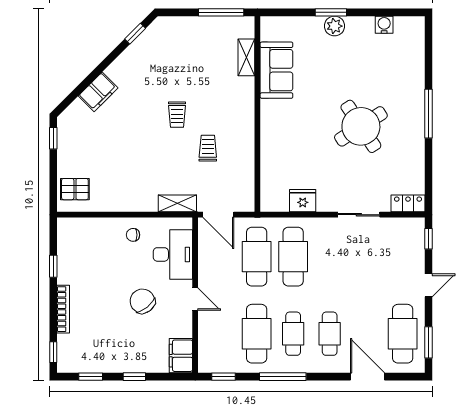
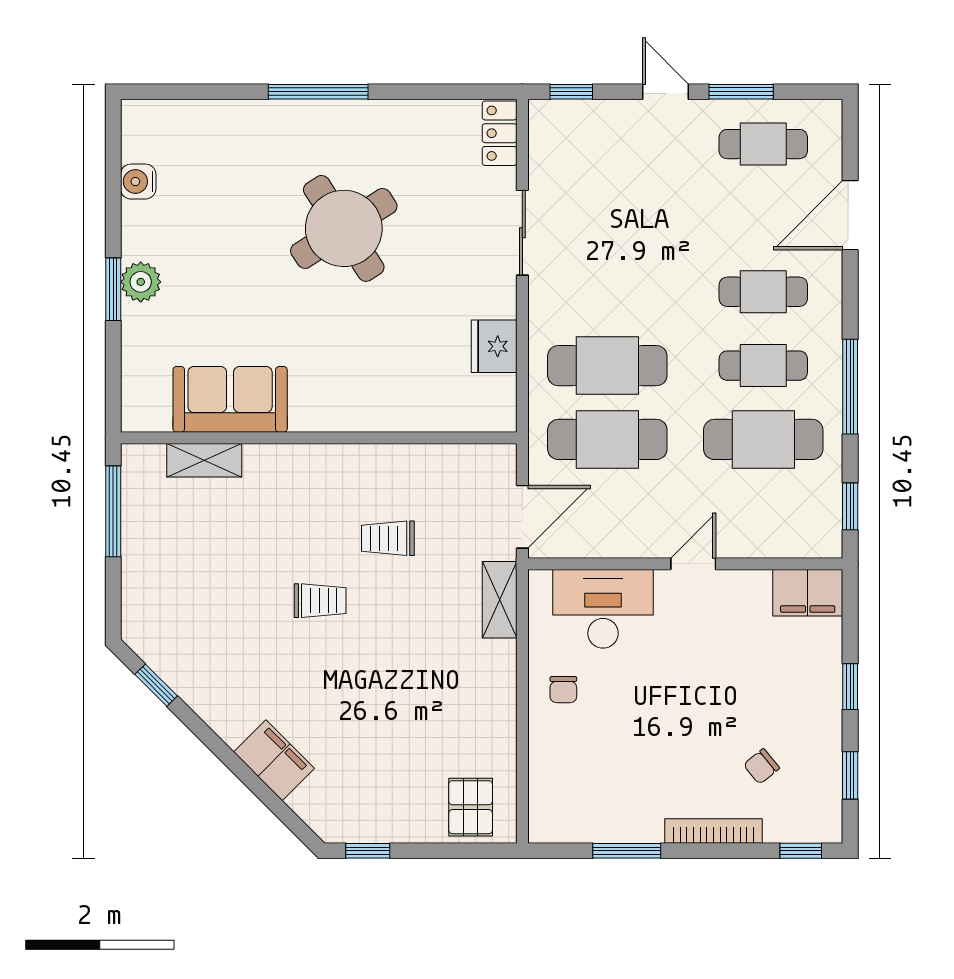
window: (53, 266) -> (627, 851), width x1.50
chair: (142, 301) -> (761, 766), moved, width x0.54, depth x0.54
cafe table: (403, 334) -> (763, 144), width x0.73, depth x0.74
window: (429, 342) -> (741, 92), moved

